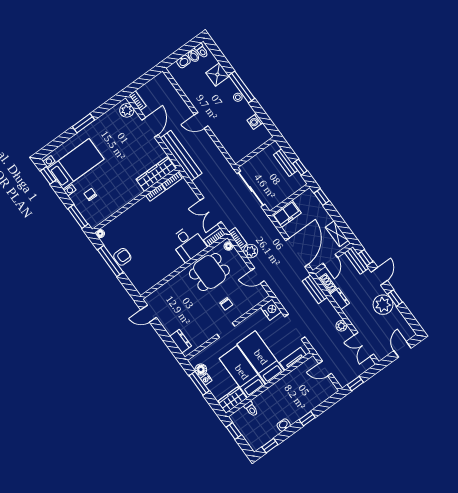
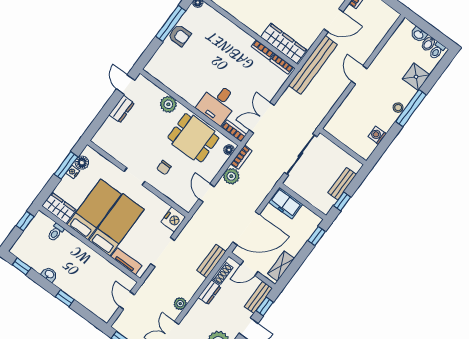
plant: (176, 284) -> (168, 104), added
dresser: (181, 341) -> (122, 109), moved

